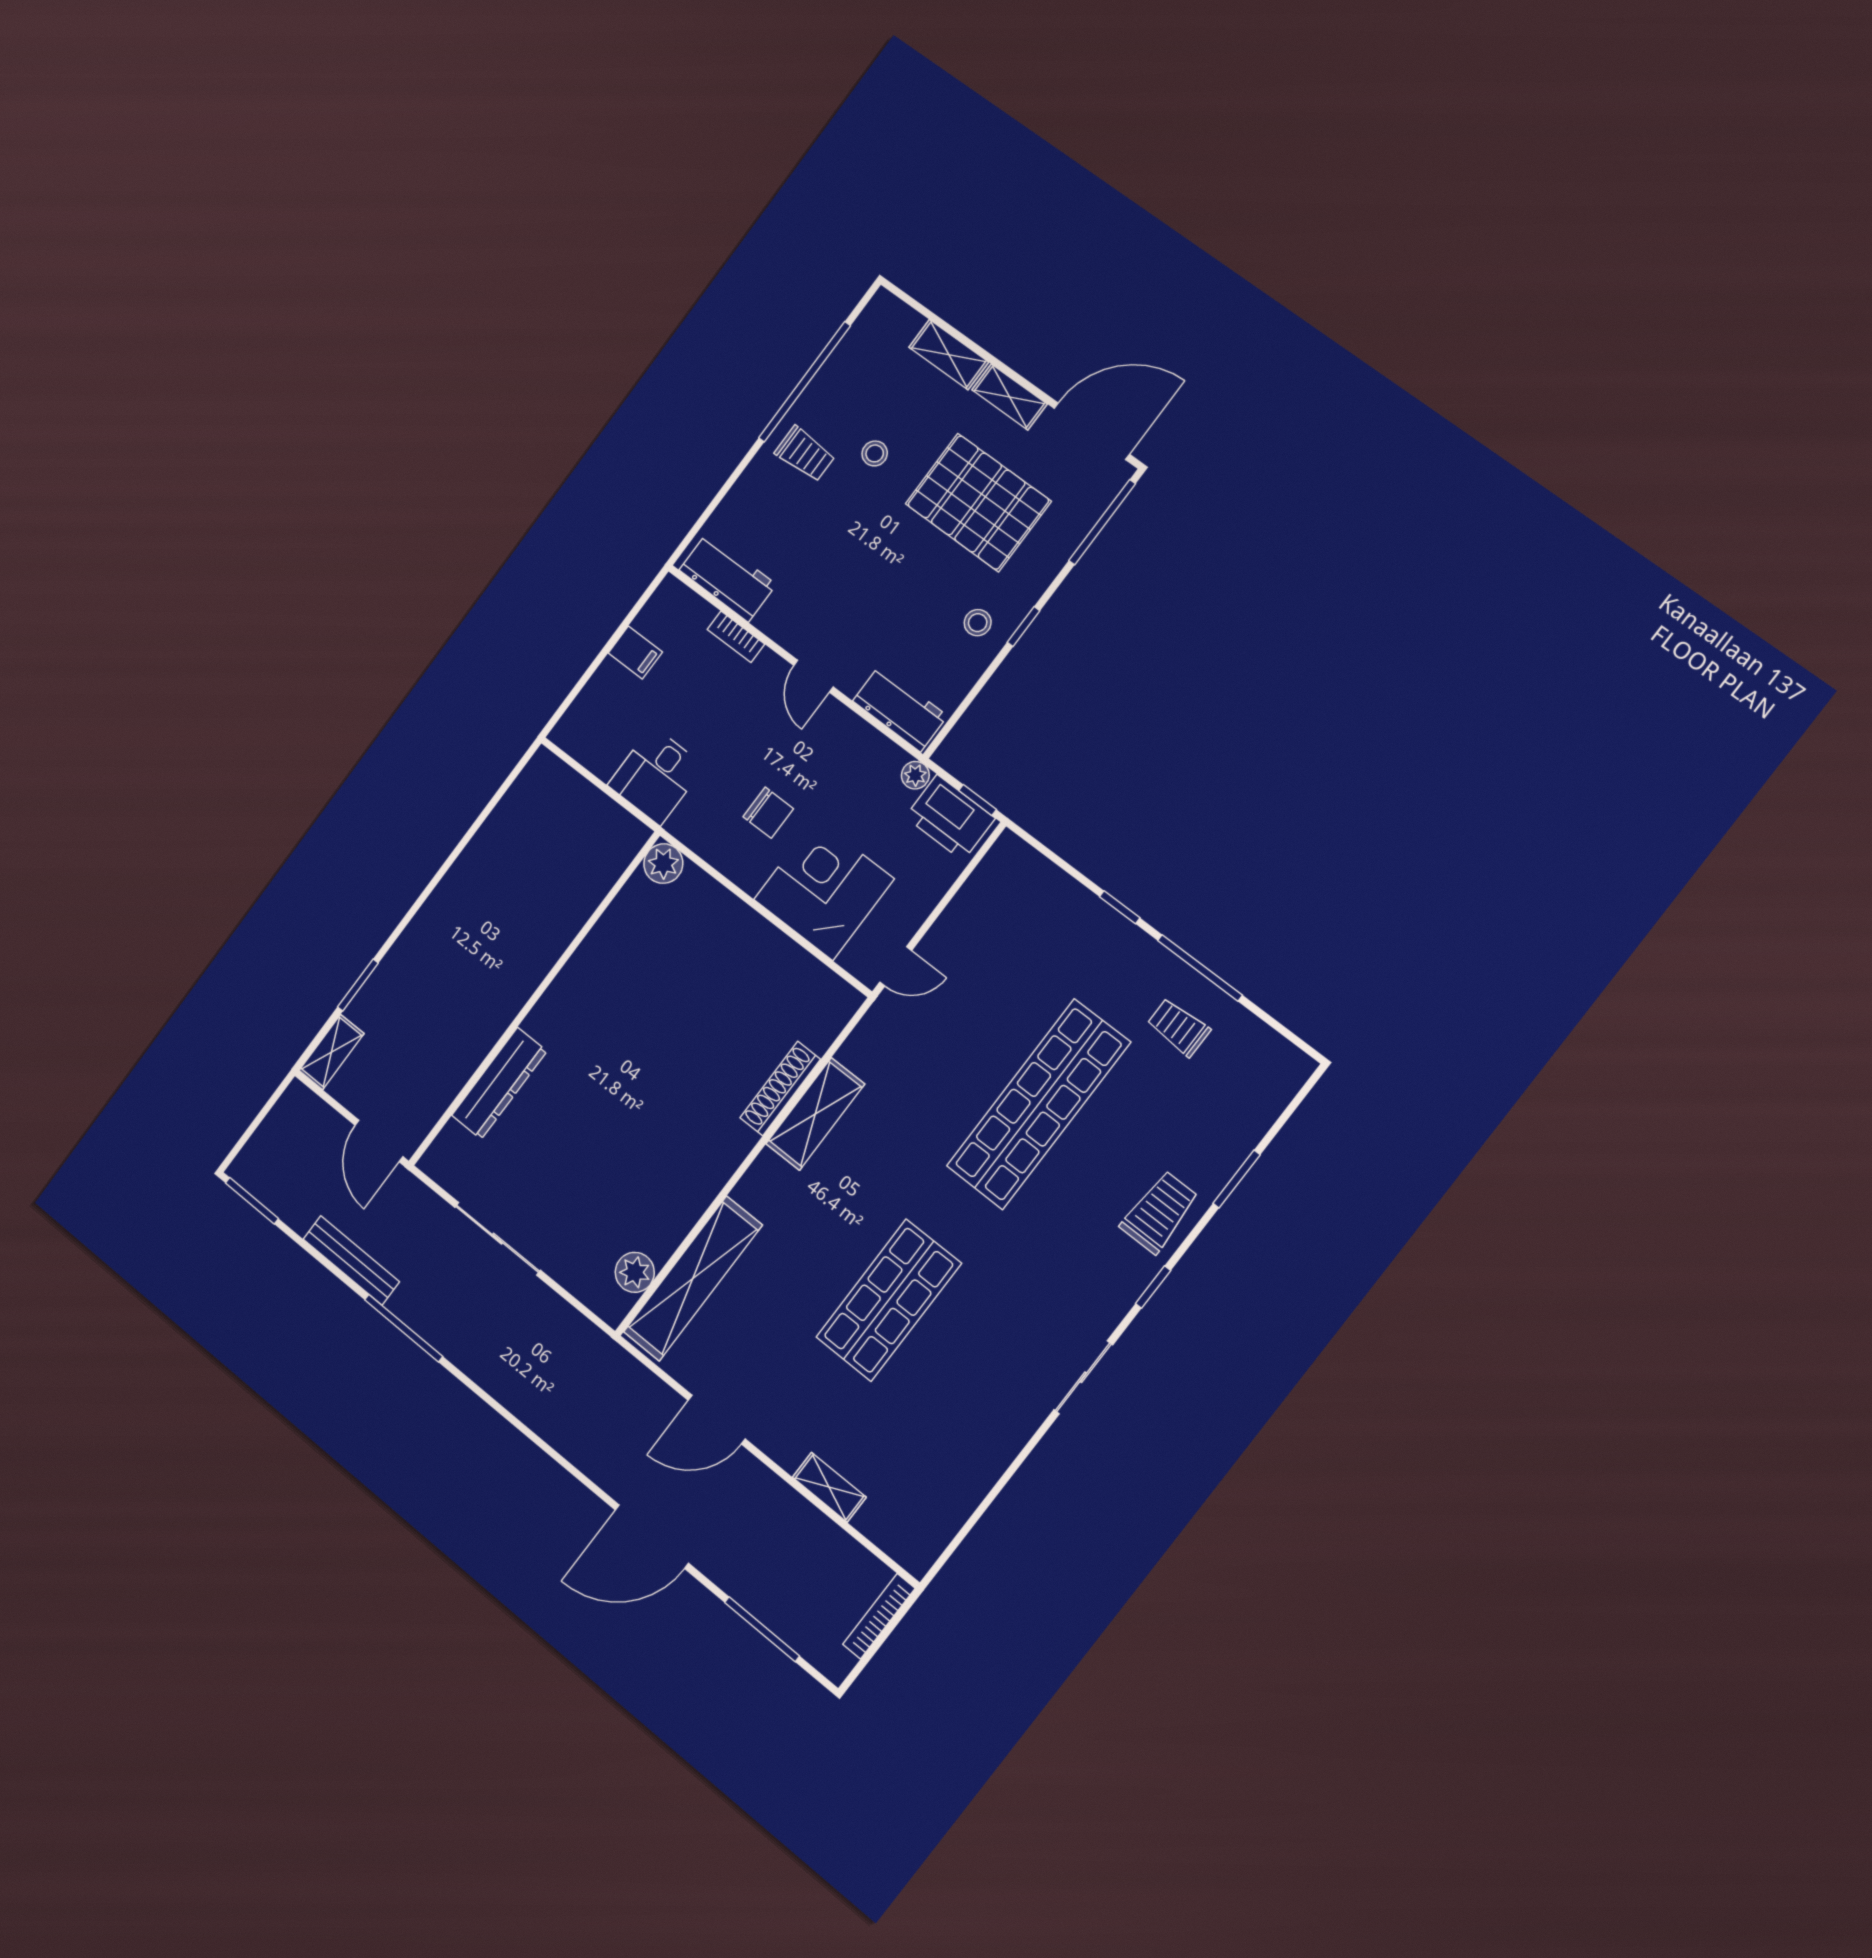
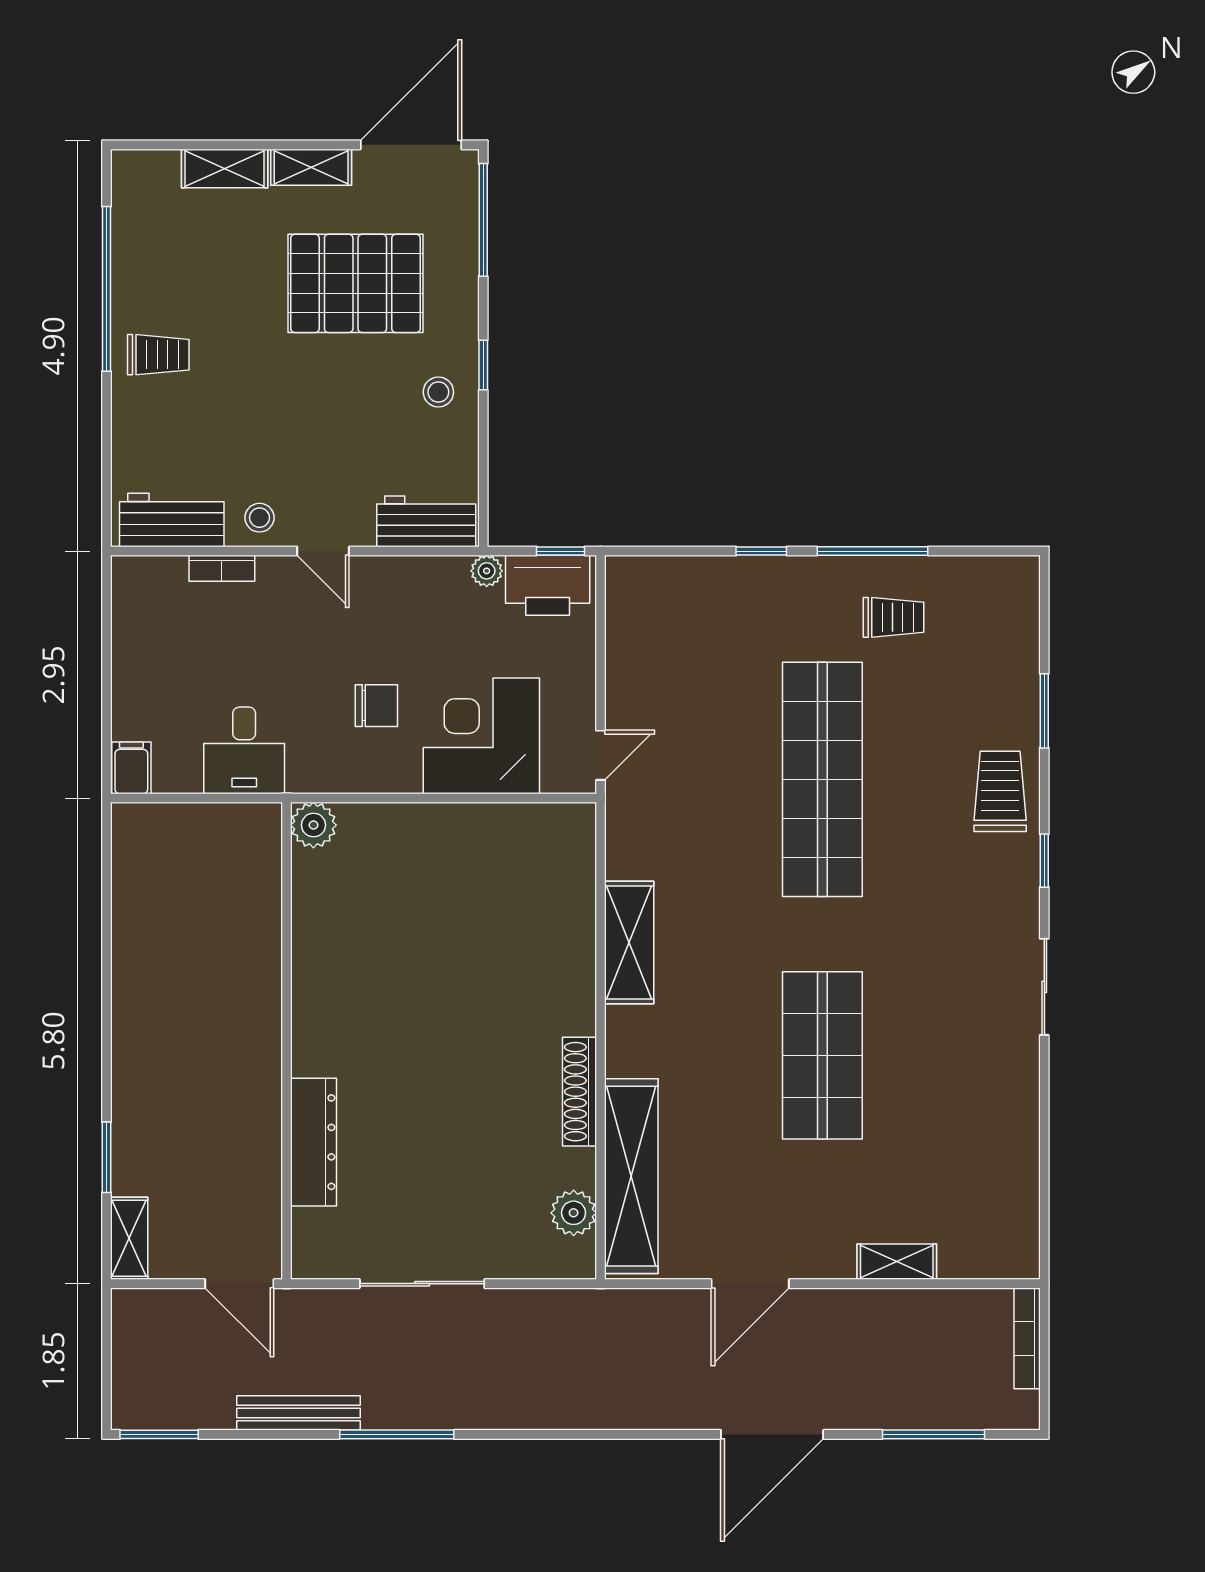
stool: (875, 453) -> (259, 518), moved
filing cabinet: (635, 652) -> (131, 768), moved, turned -90
trolley: (1179, 1027) -> (894, 617), turned 180
shoe rack: (780, 1088) -> (579, 1092), moved

